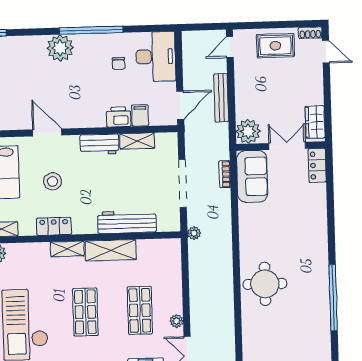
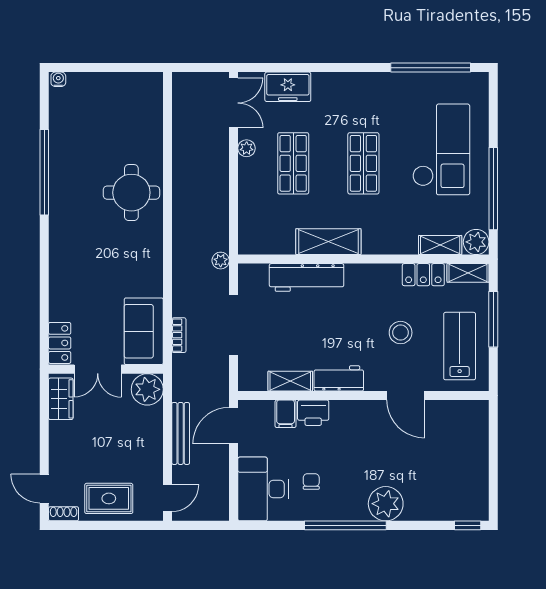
locker: (54, 226) -> (423, 275), moved
shelving: (67, 249) -> (440, 245), moved

